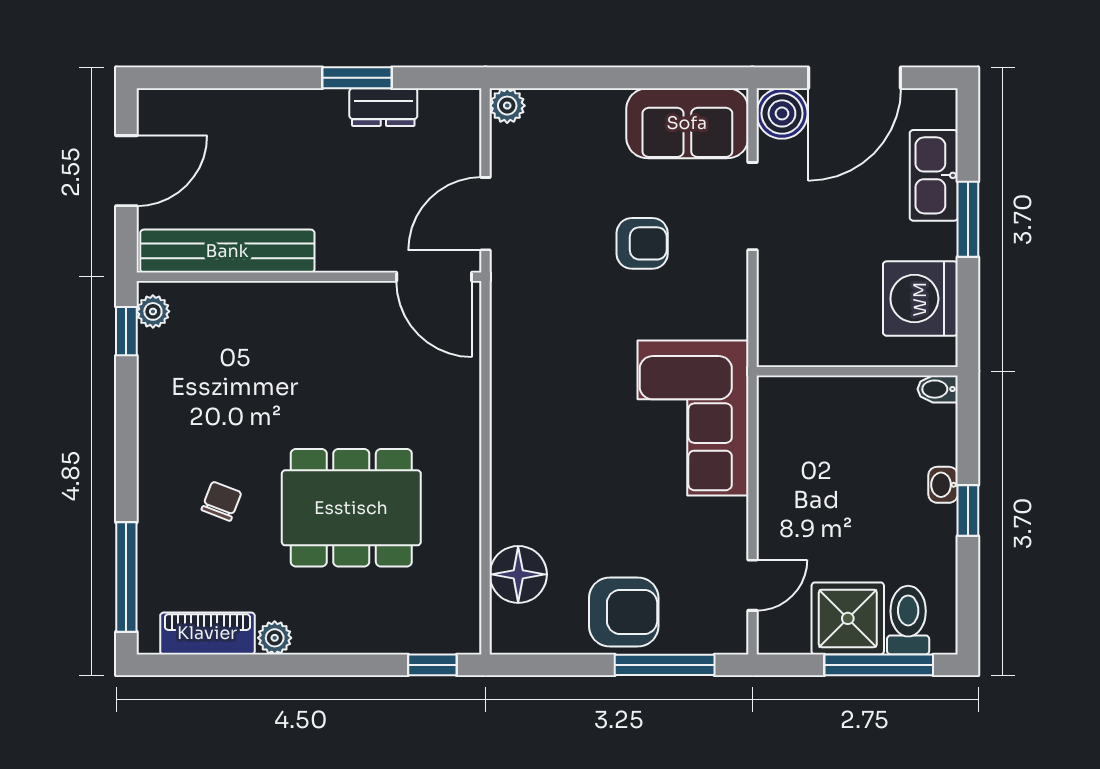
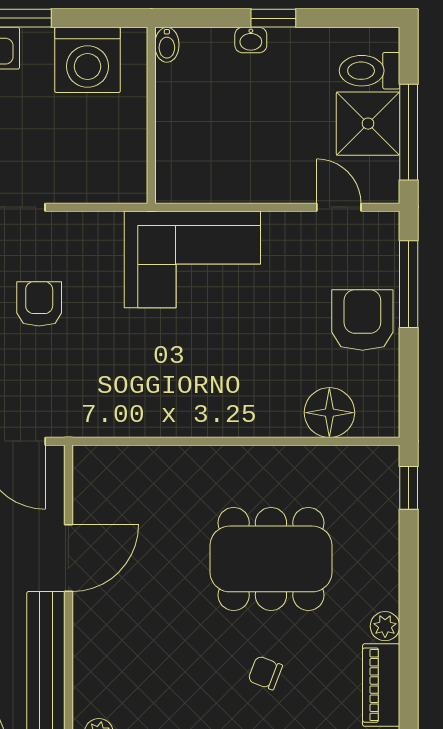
door: (434, 277) -> (68, 558), moved
dining table: (351, 508) -> (271, 559), turned 90
window: (879, 665) -> (409, 132), moved

